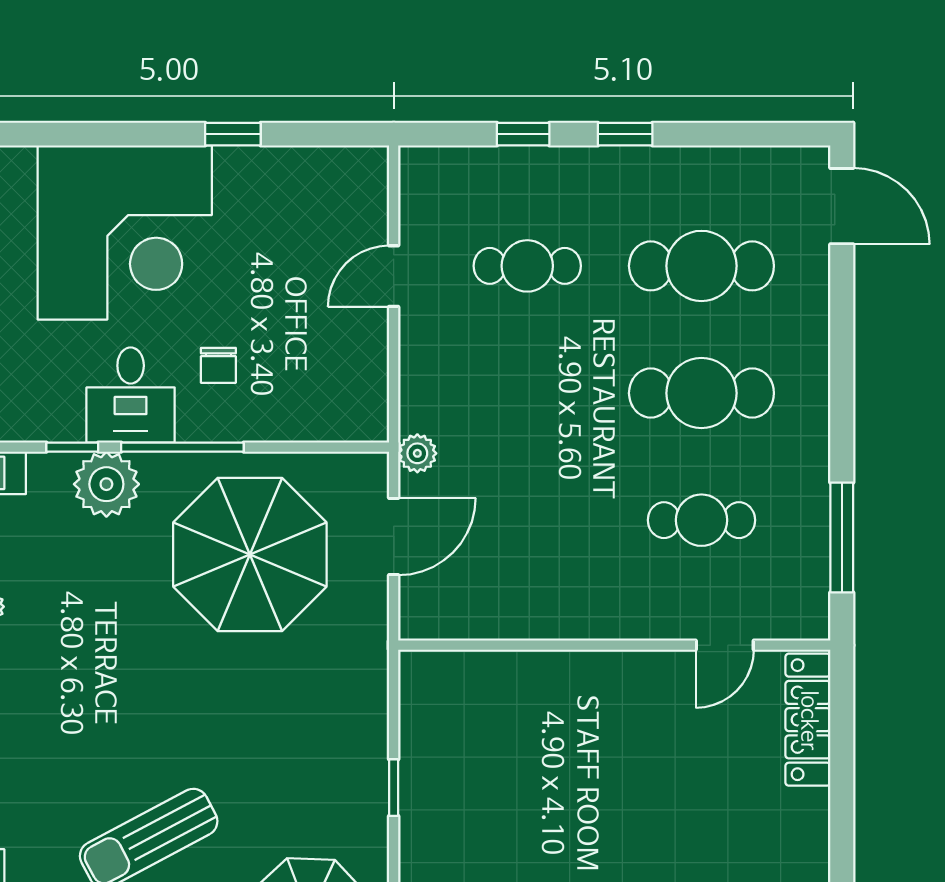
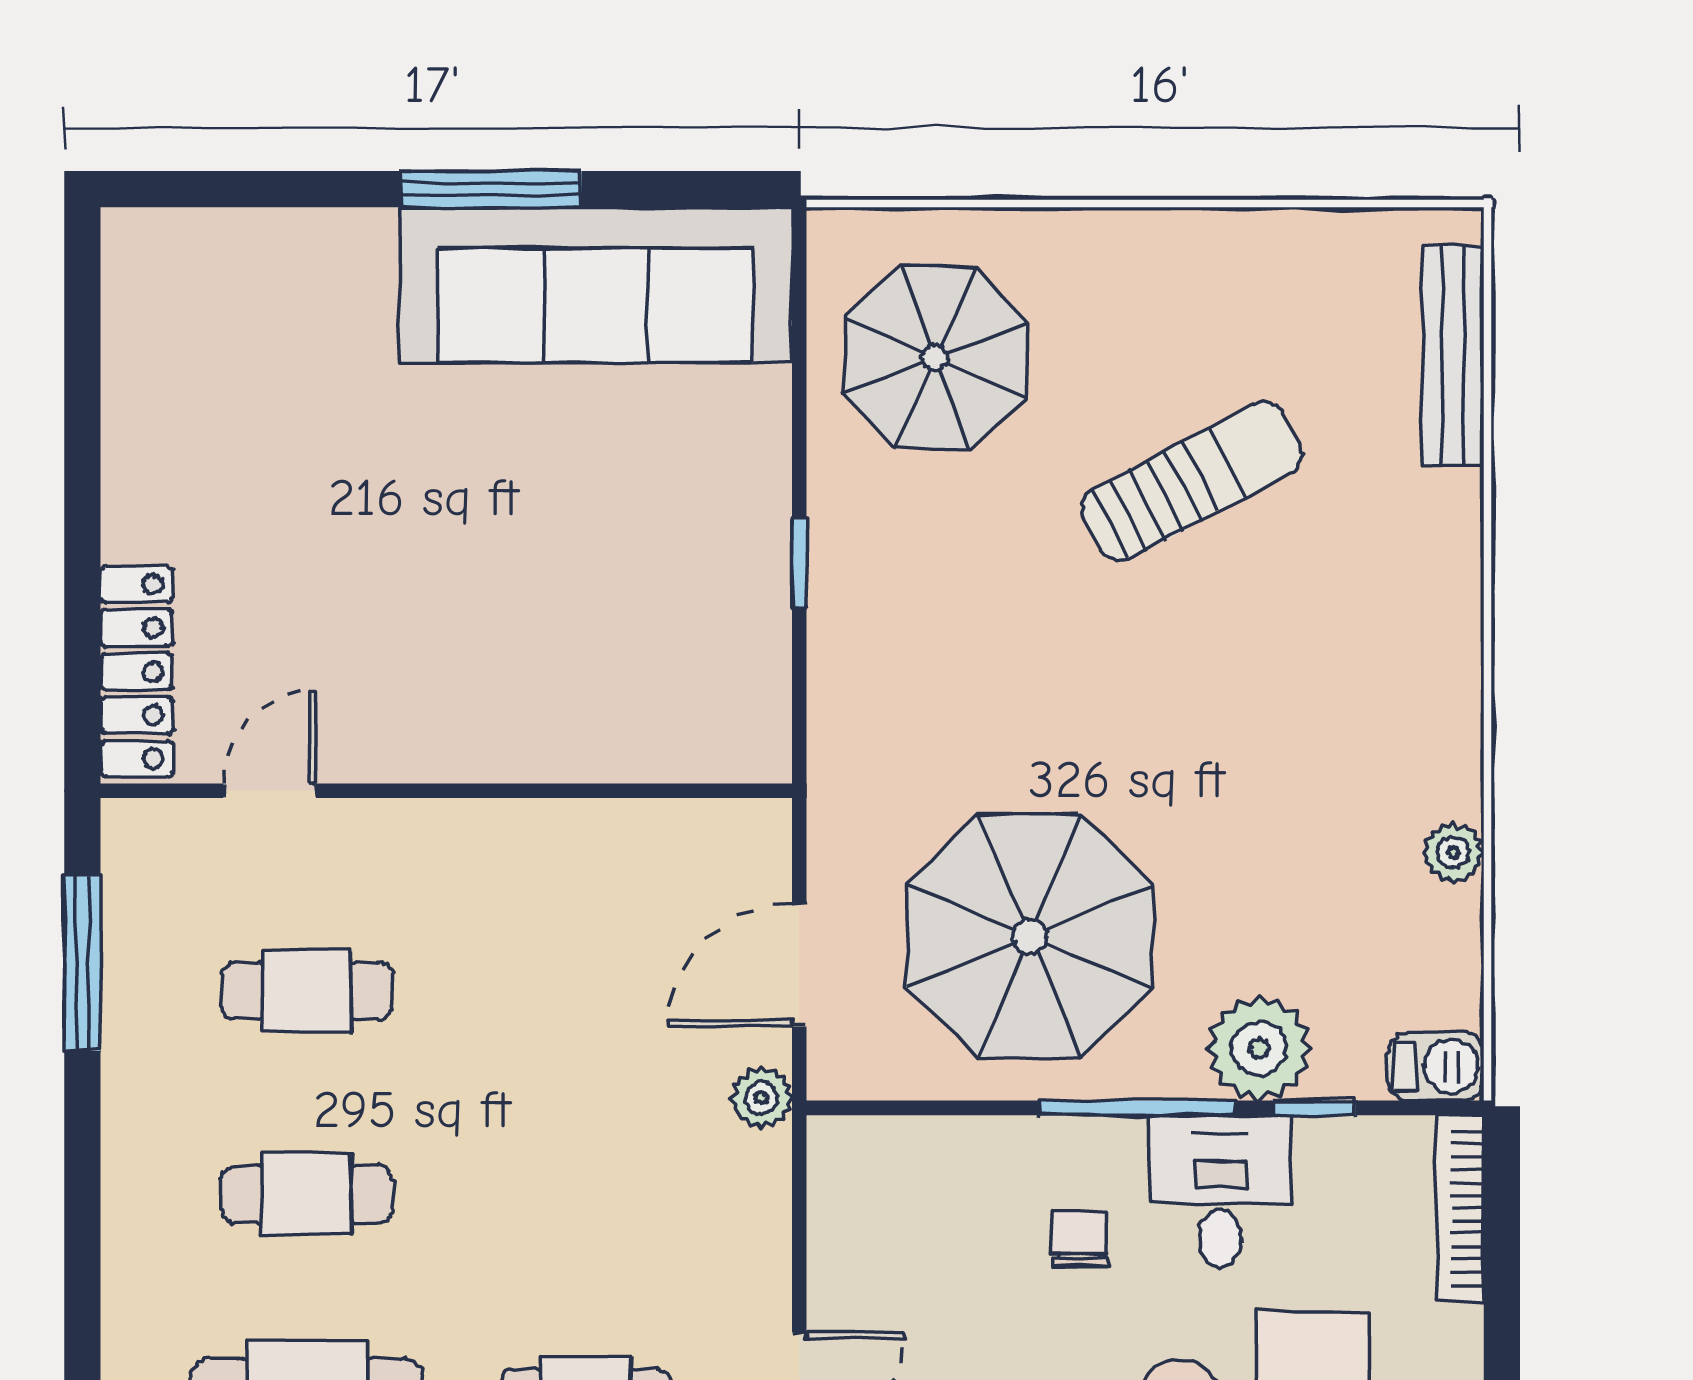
cafe table: (701, 393) -> (307, 1194), width x0.73, depth x0.74

